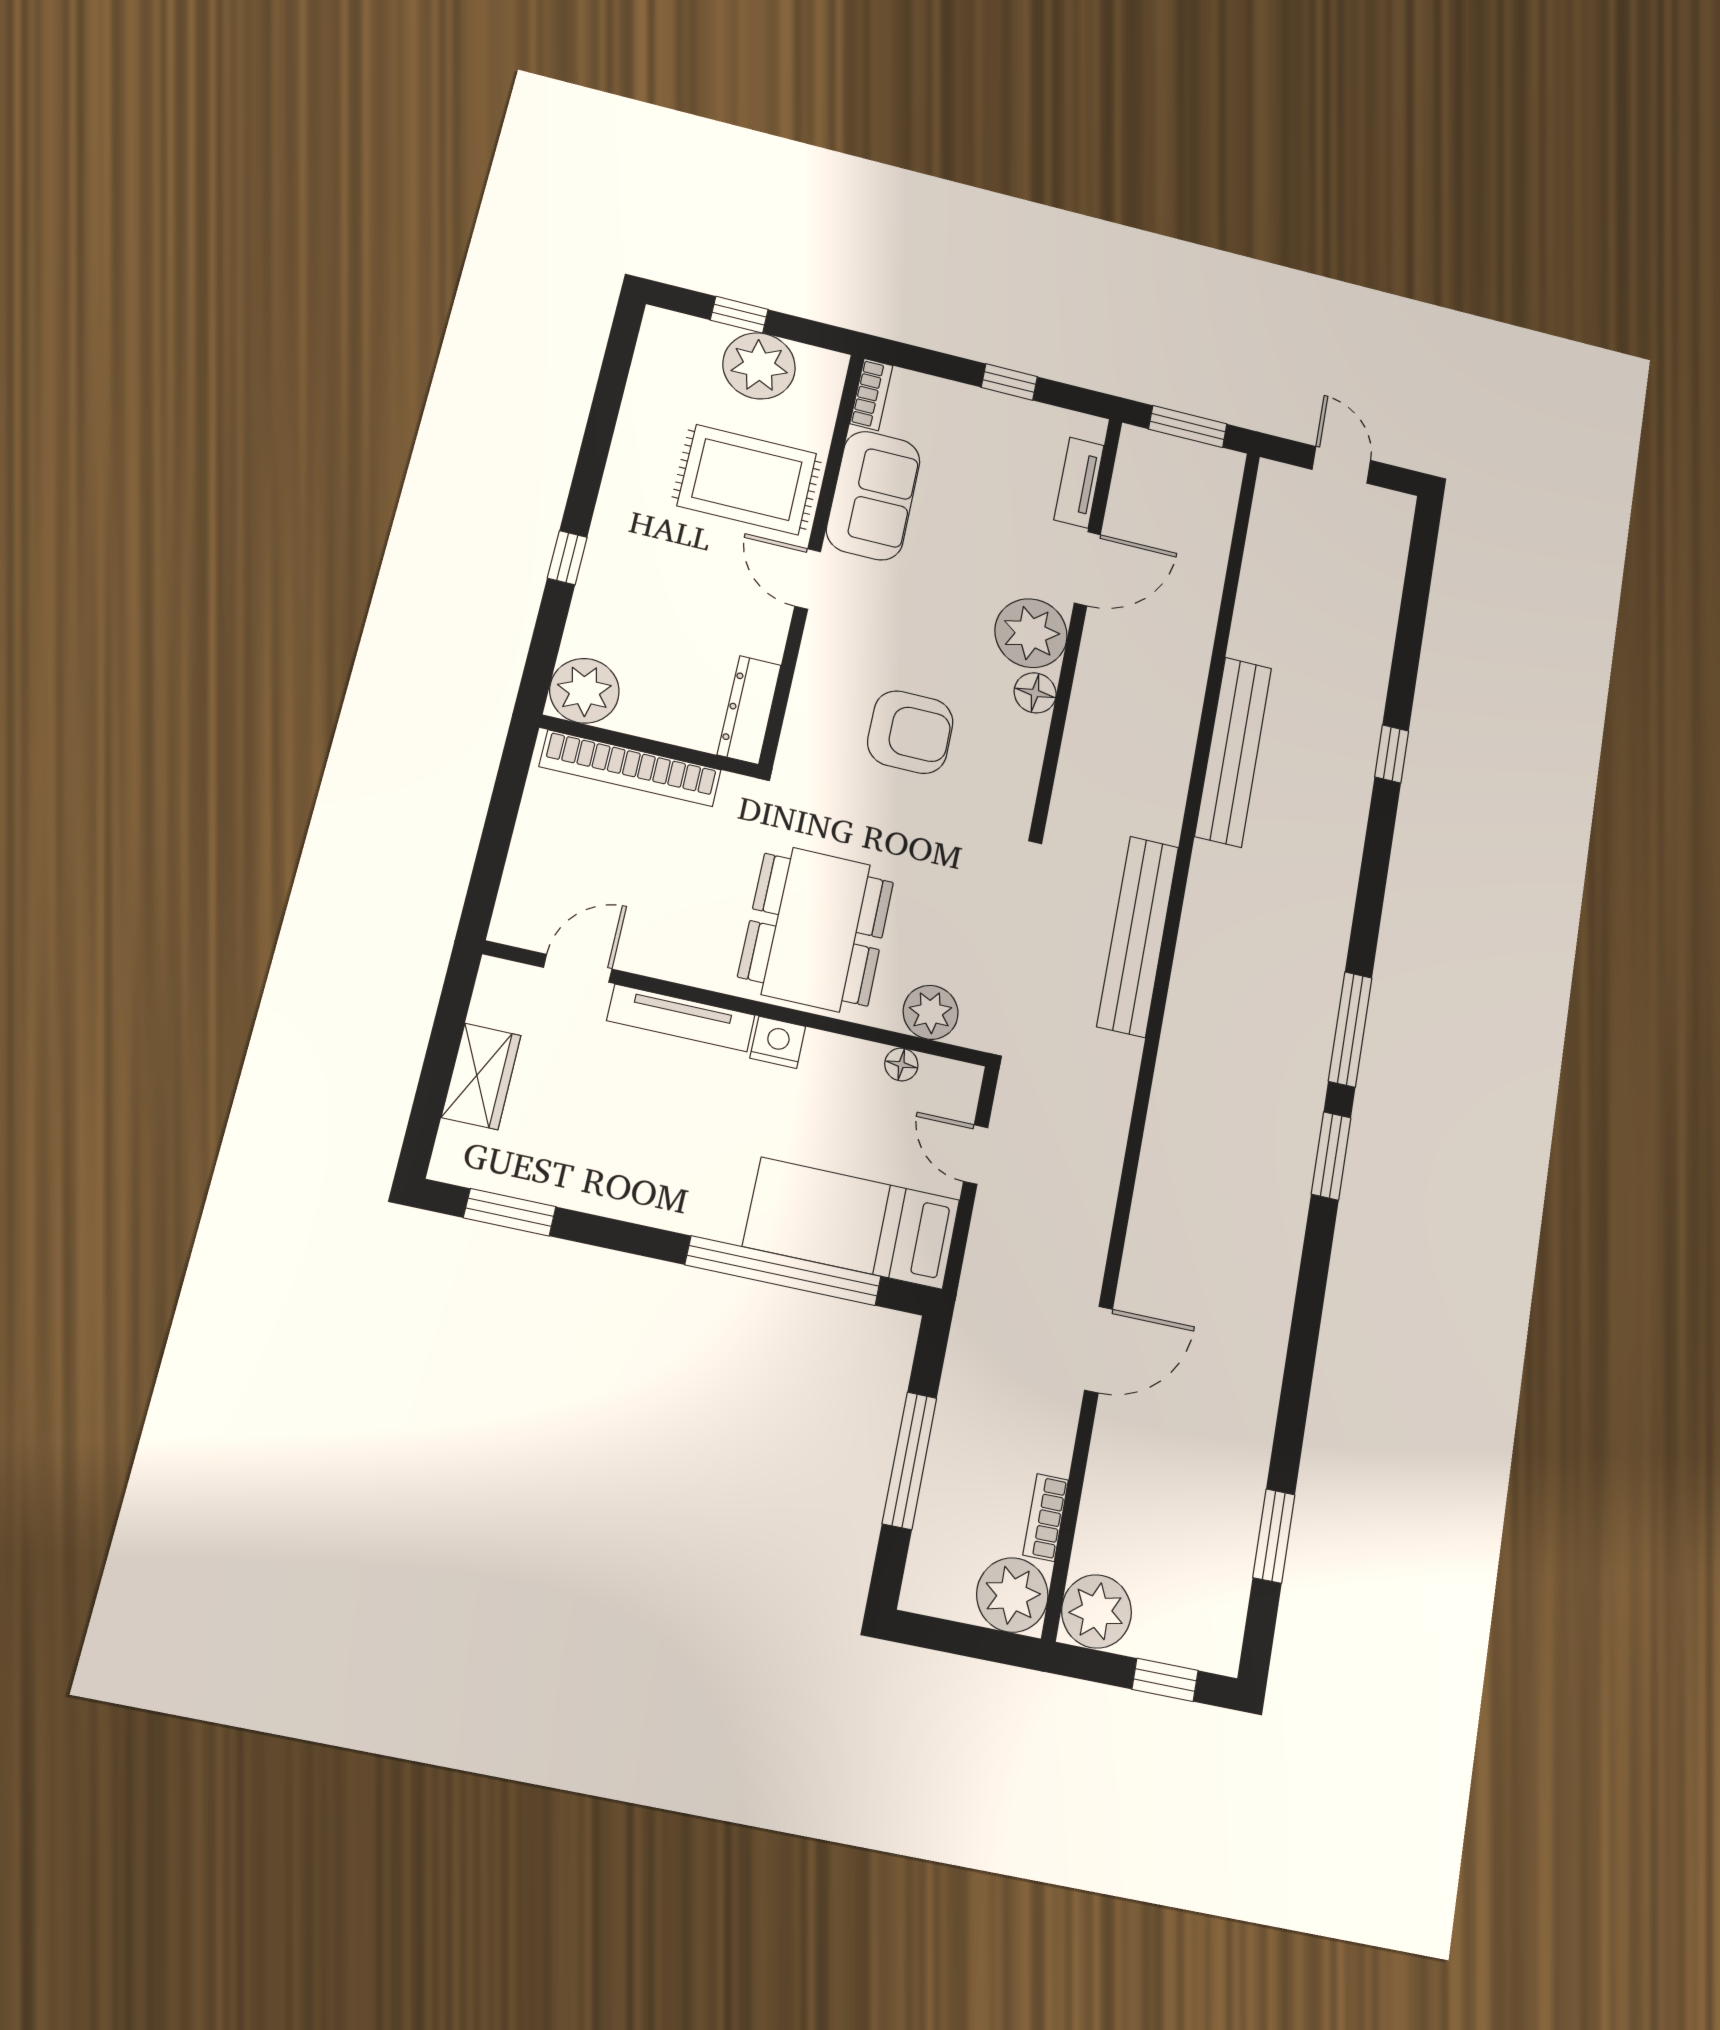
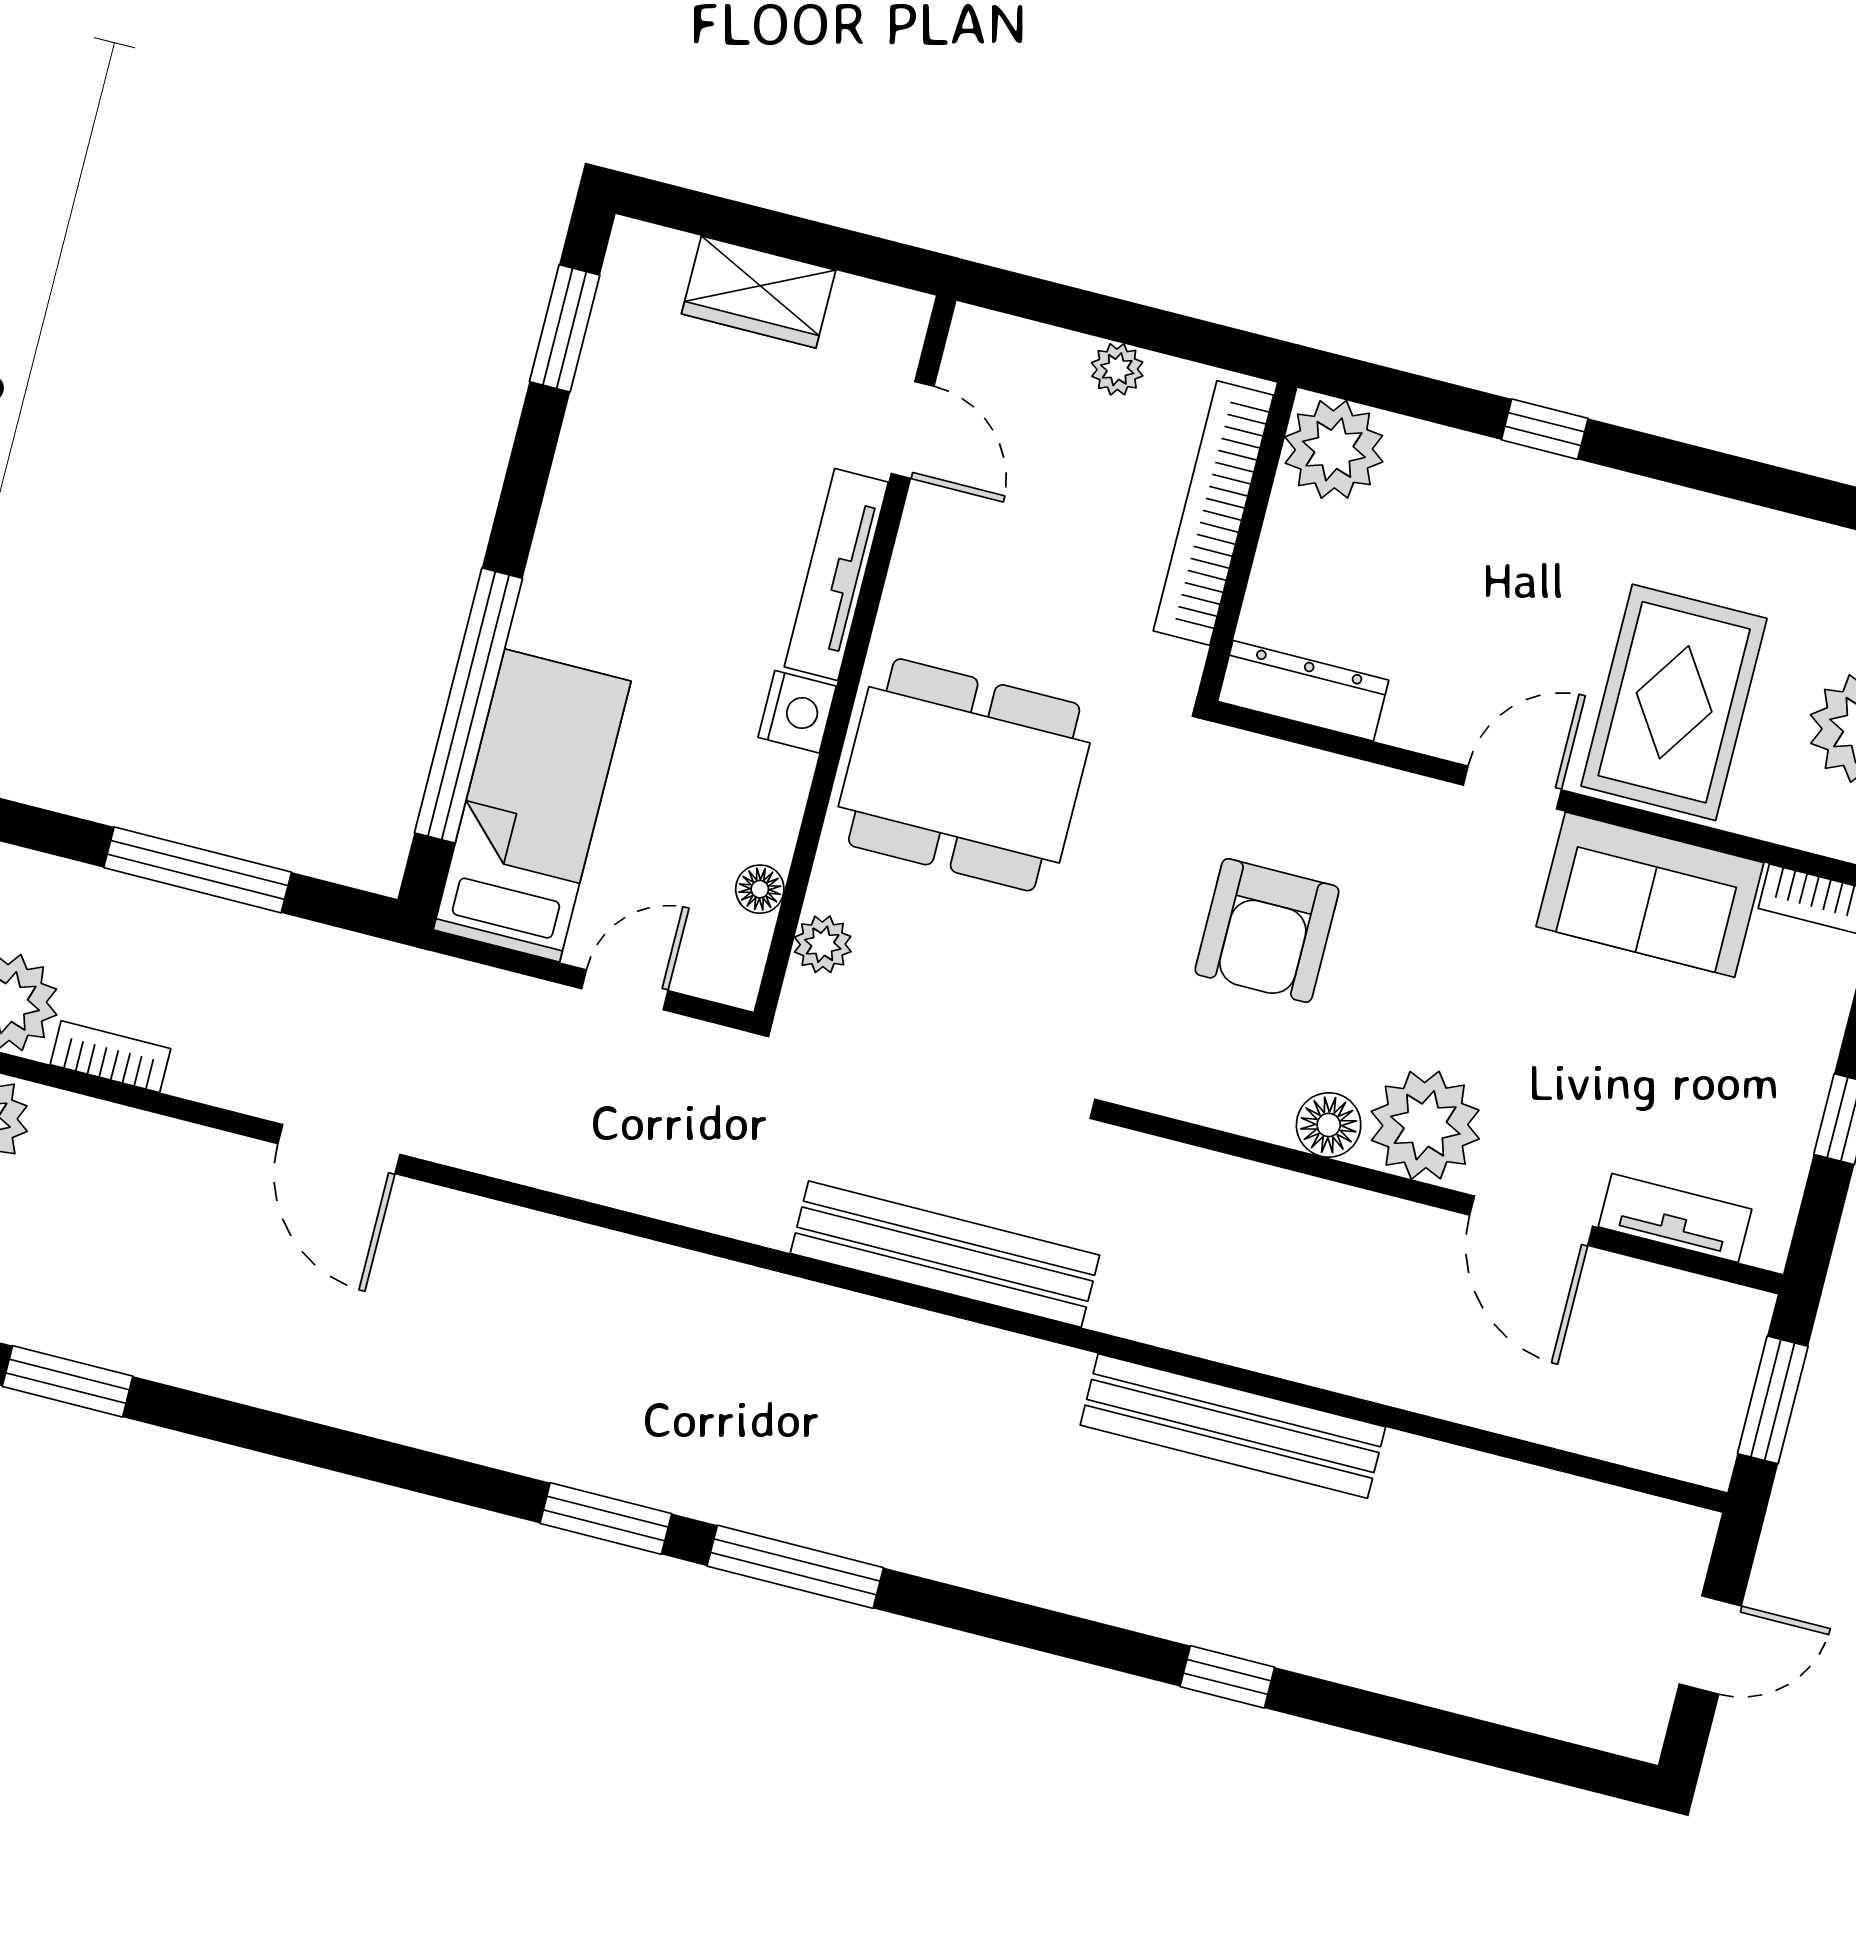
plant: (532, 832) -> (1117, 369), added
plant: (931, 1012) -> (823, 944), width x0.73, depth x0.73

